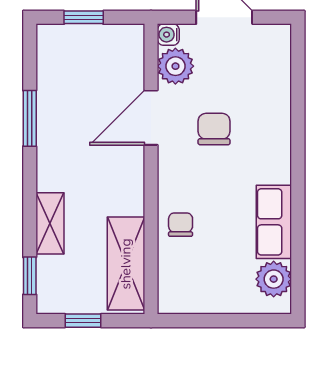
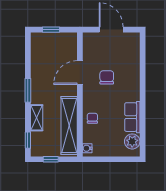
water cooler: (168, 35) -> (87, 148), moved
plant: (175, 66) -> (90, 50), removed
window: (30, 118) -> (28, 90), moved
shelving: (126, 264) -> (69, 126), width x1.47

